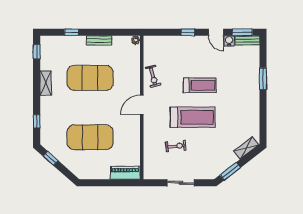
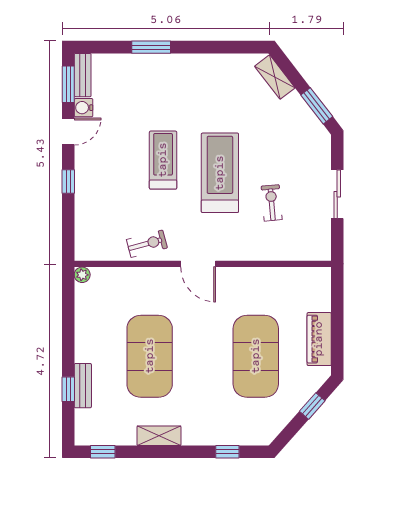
bench: (99, 40) -> (83, 386), moved
window: (51, 158) -> (312, 406), moved
piano: (125, 173) -> (319, 339), moved

